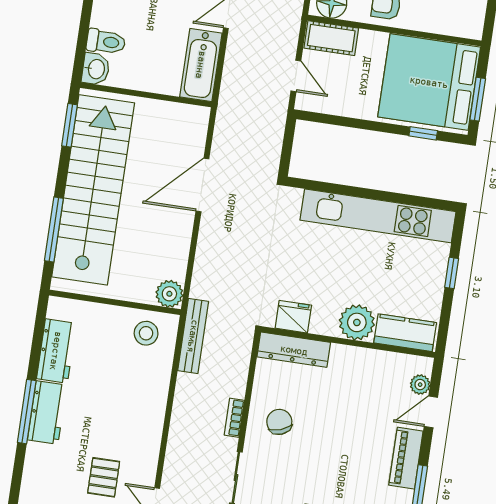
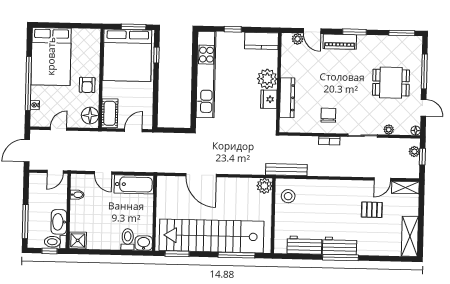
fridge: (293, 317) -> (269, 99), moved
kitchen counter: (405, 333) -> (261, 41), moved, turned -90
dresser: (294, 350) -> (287, 98), moved
chair: (279, 422) -> (328, 115), turned 110

